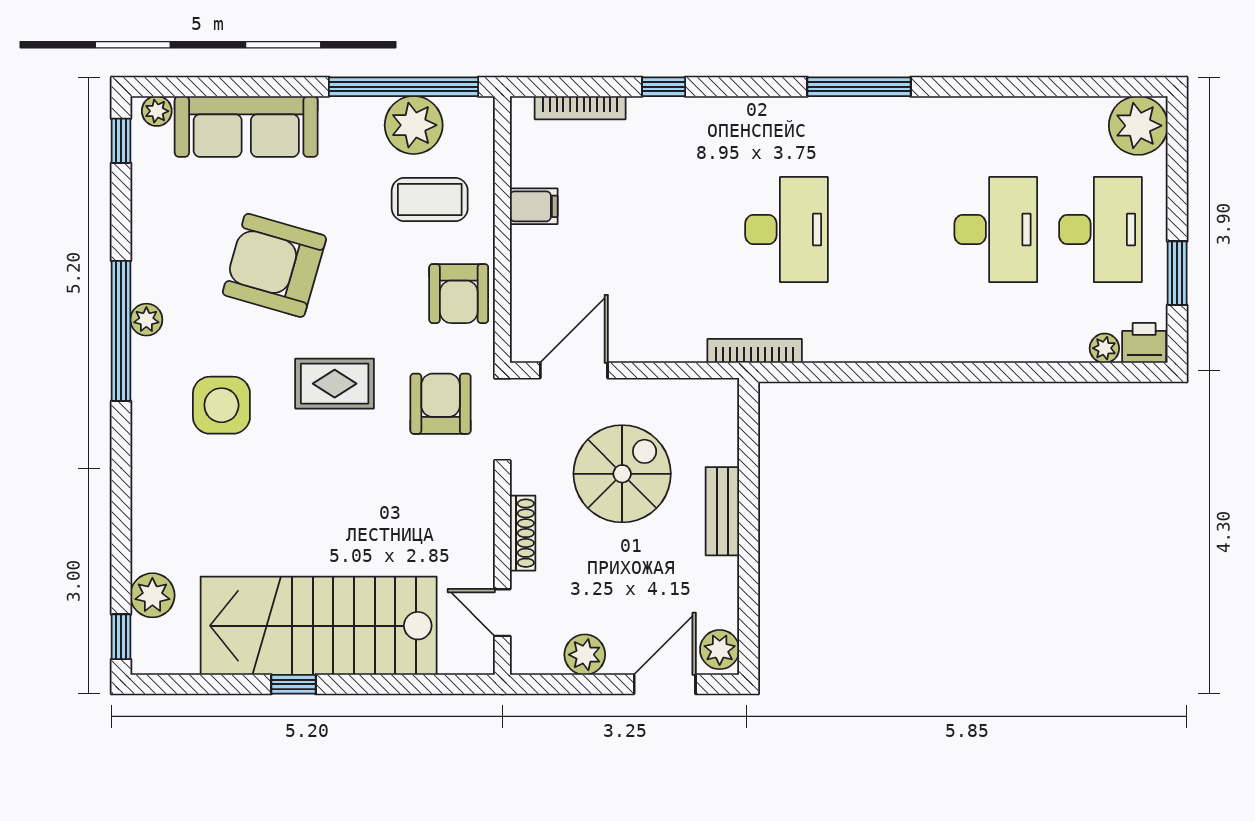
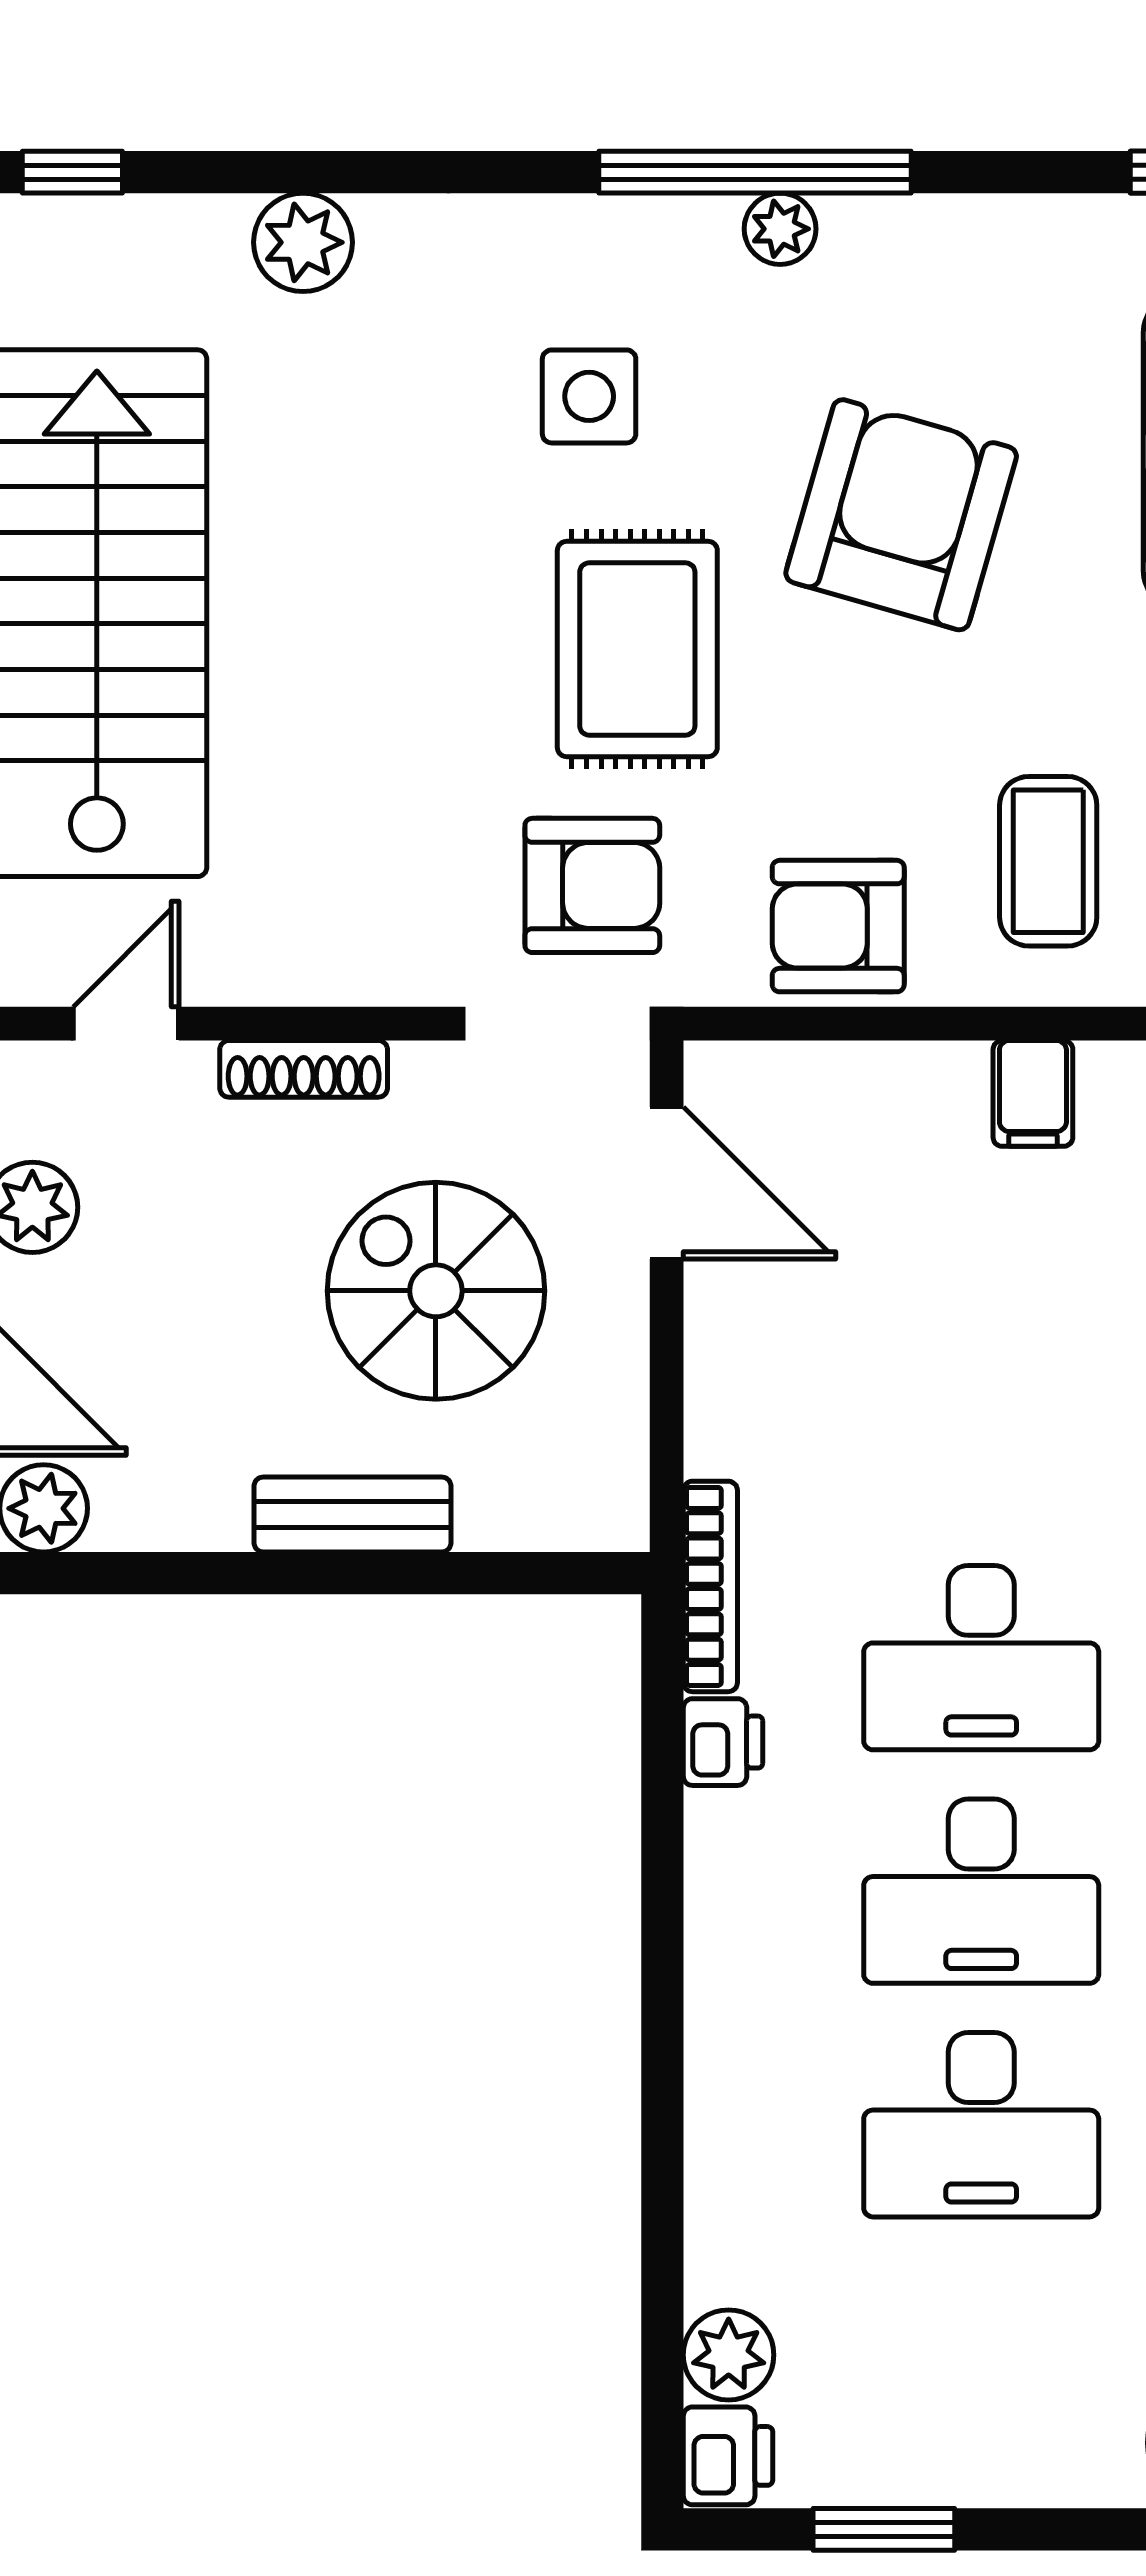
desk: (1100, 230) -> (981, 1891), moved
printer: (824, 345) -> (723, 1742), added
plant: (1104, 348) -> (729, 2355), width x1.38, depth x1.38
rug: (335, 384) -> (637, 649), width x1.36, depth x1.43
side table: (221, 405) -> (589, 396), width x0.73, depth x0.73
spiral stairs: (622, 474) -> (436, 1291), turned 180
plant: (152, 595) -> (303, 242), moved

